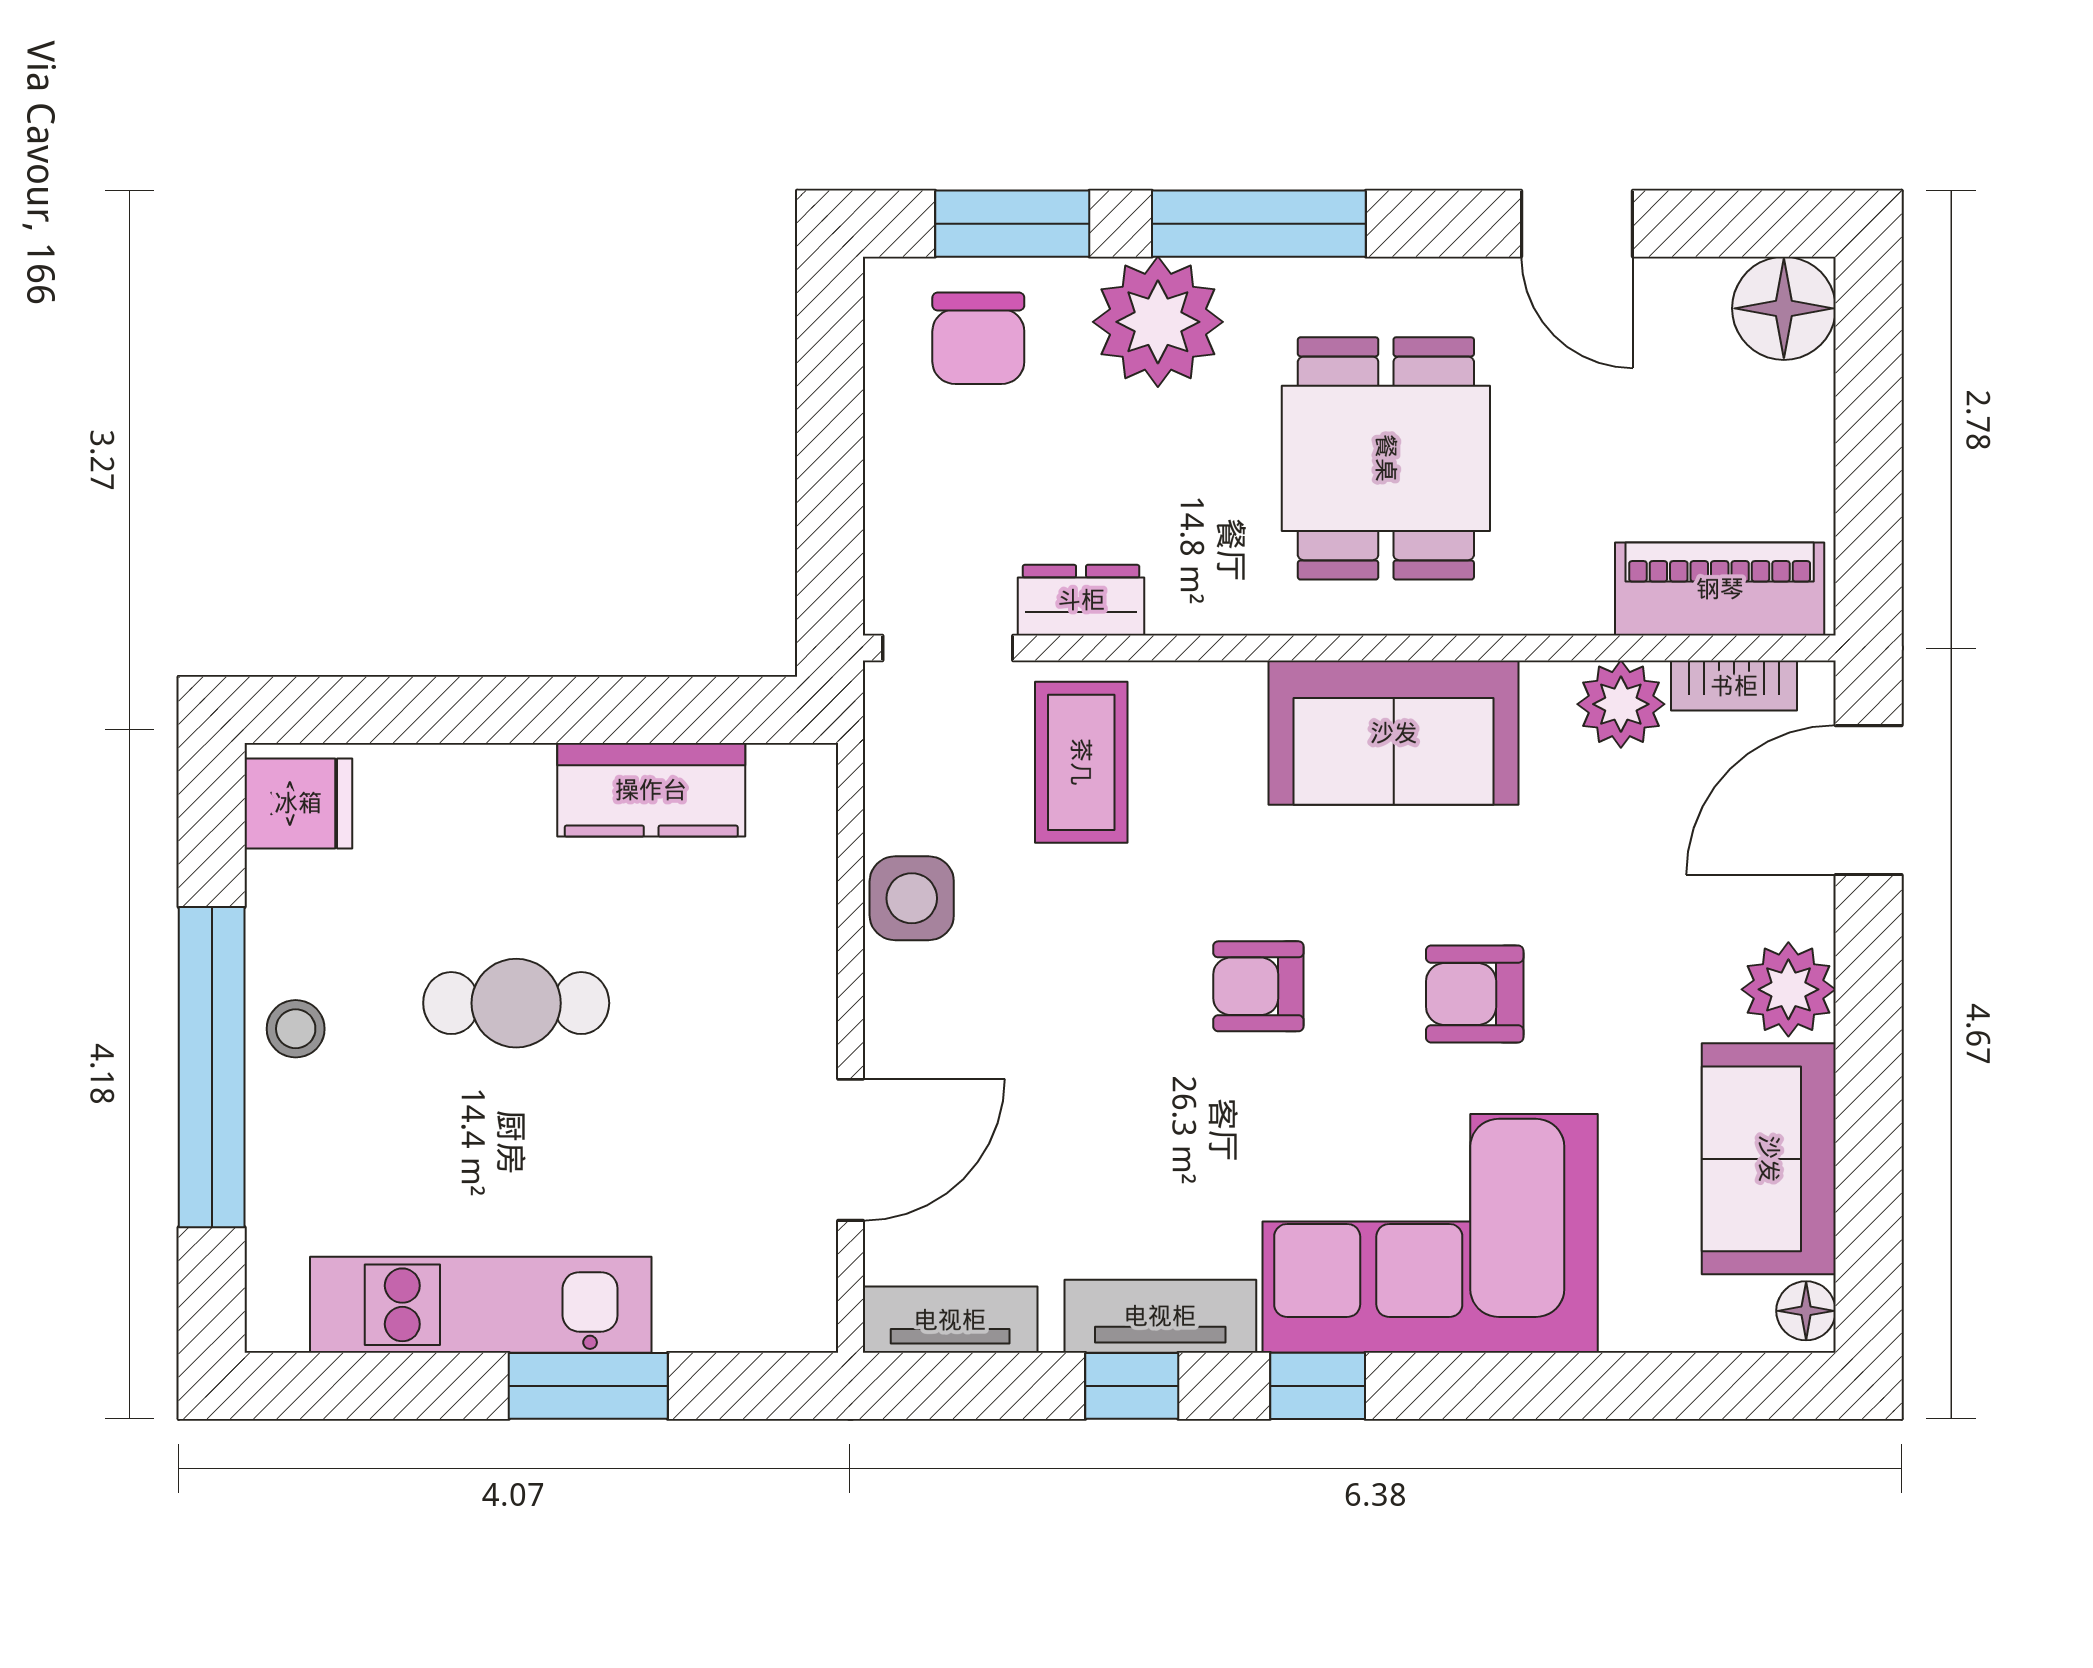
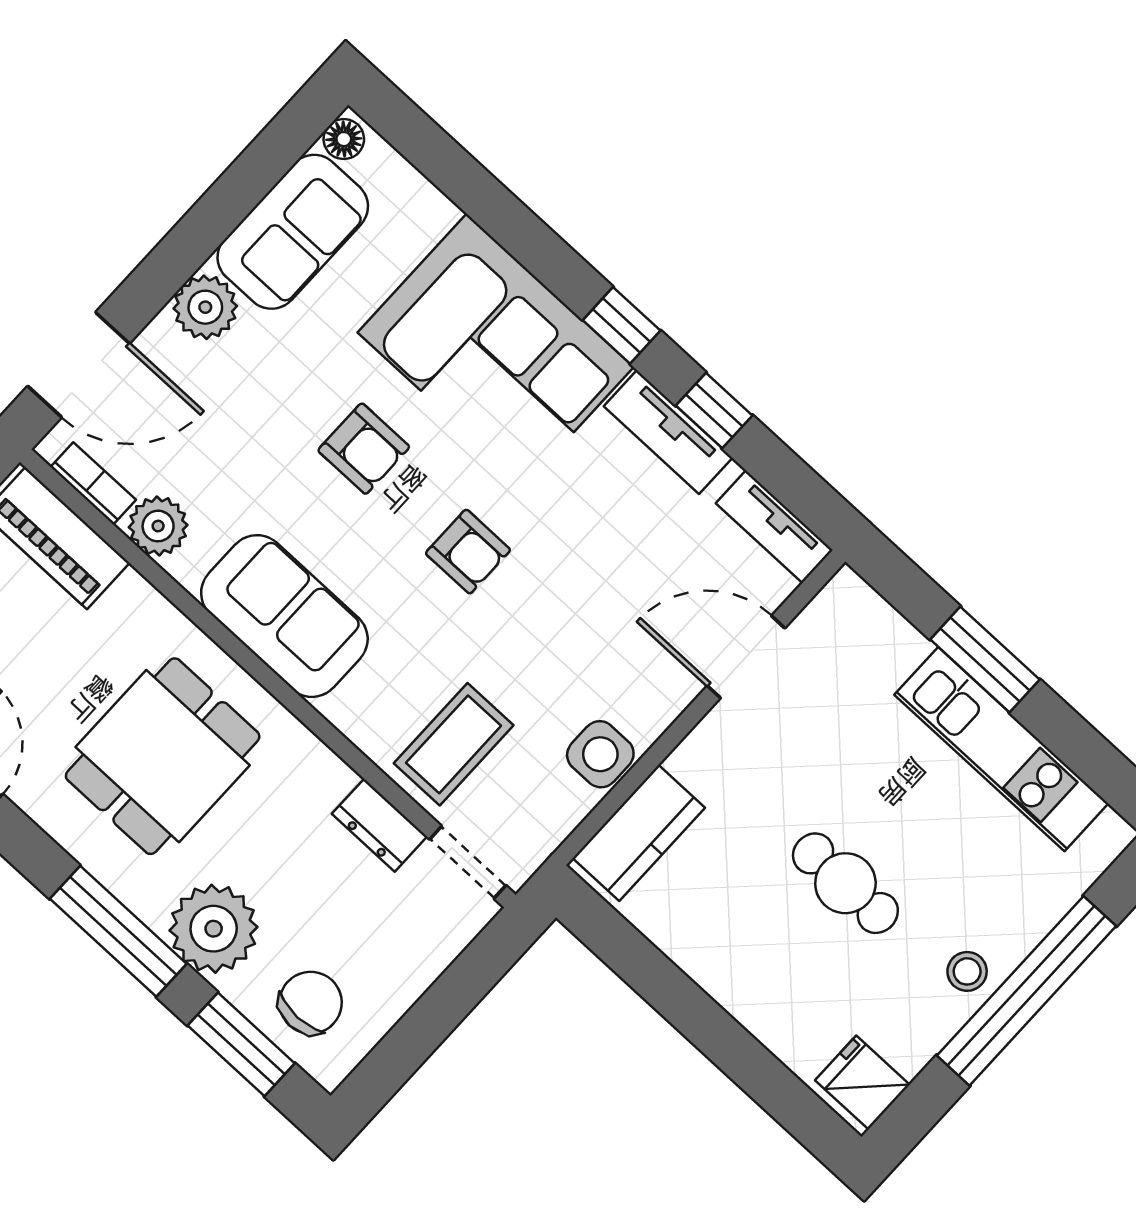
kitchen counter: (651, 790) -> (639, 833), moved, turned 90

